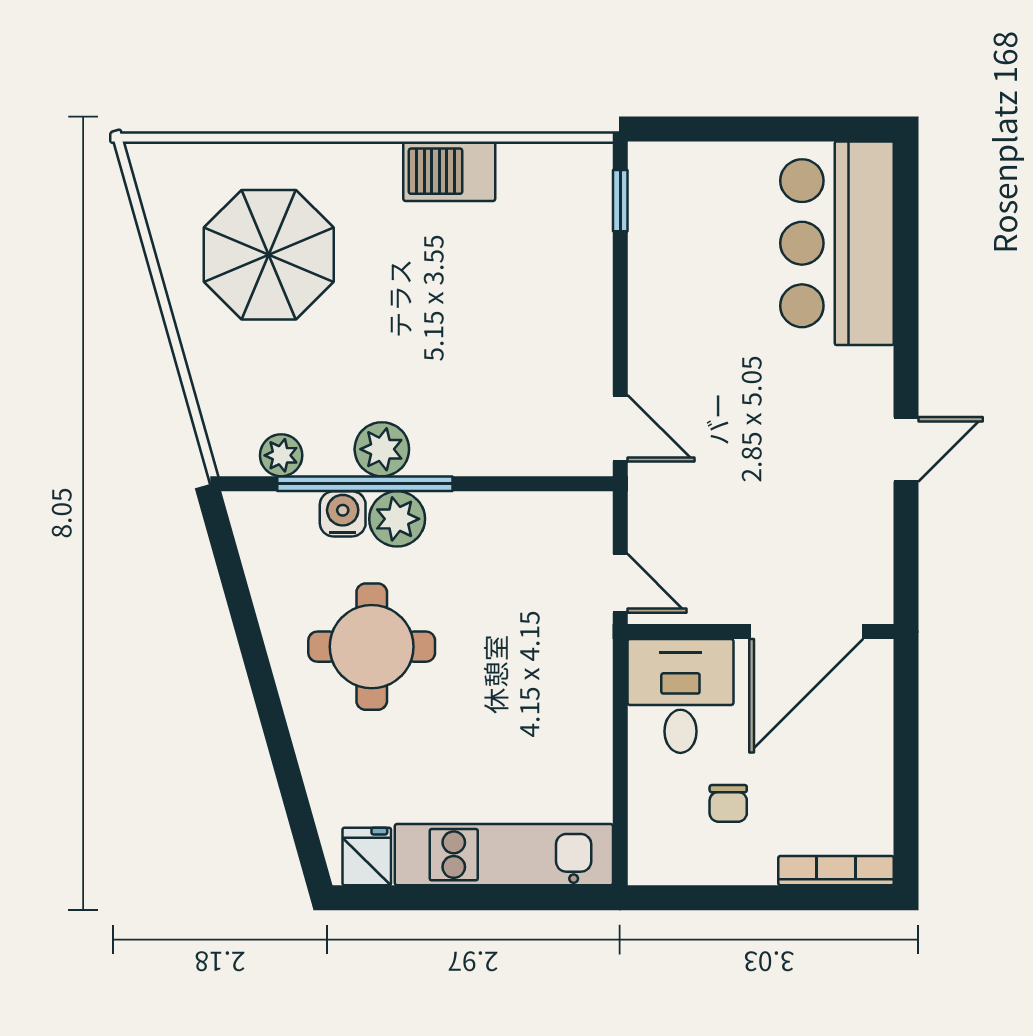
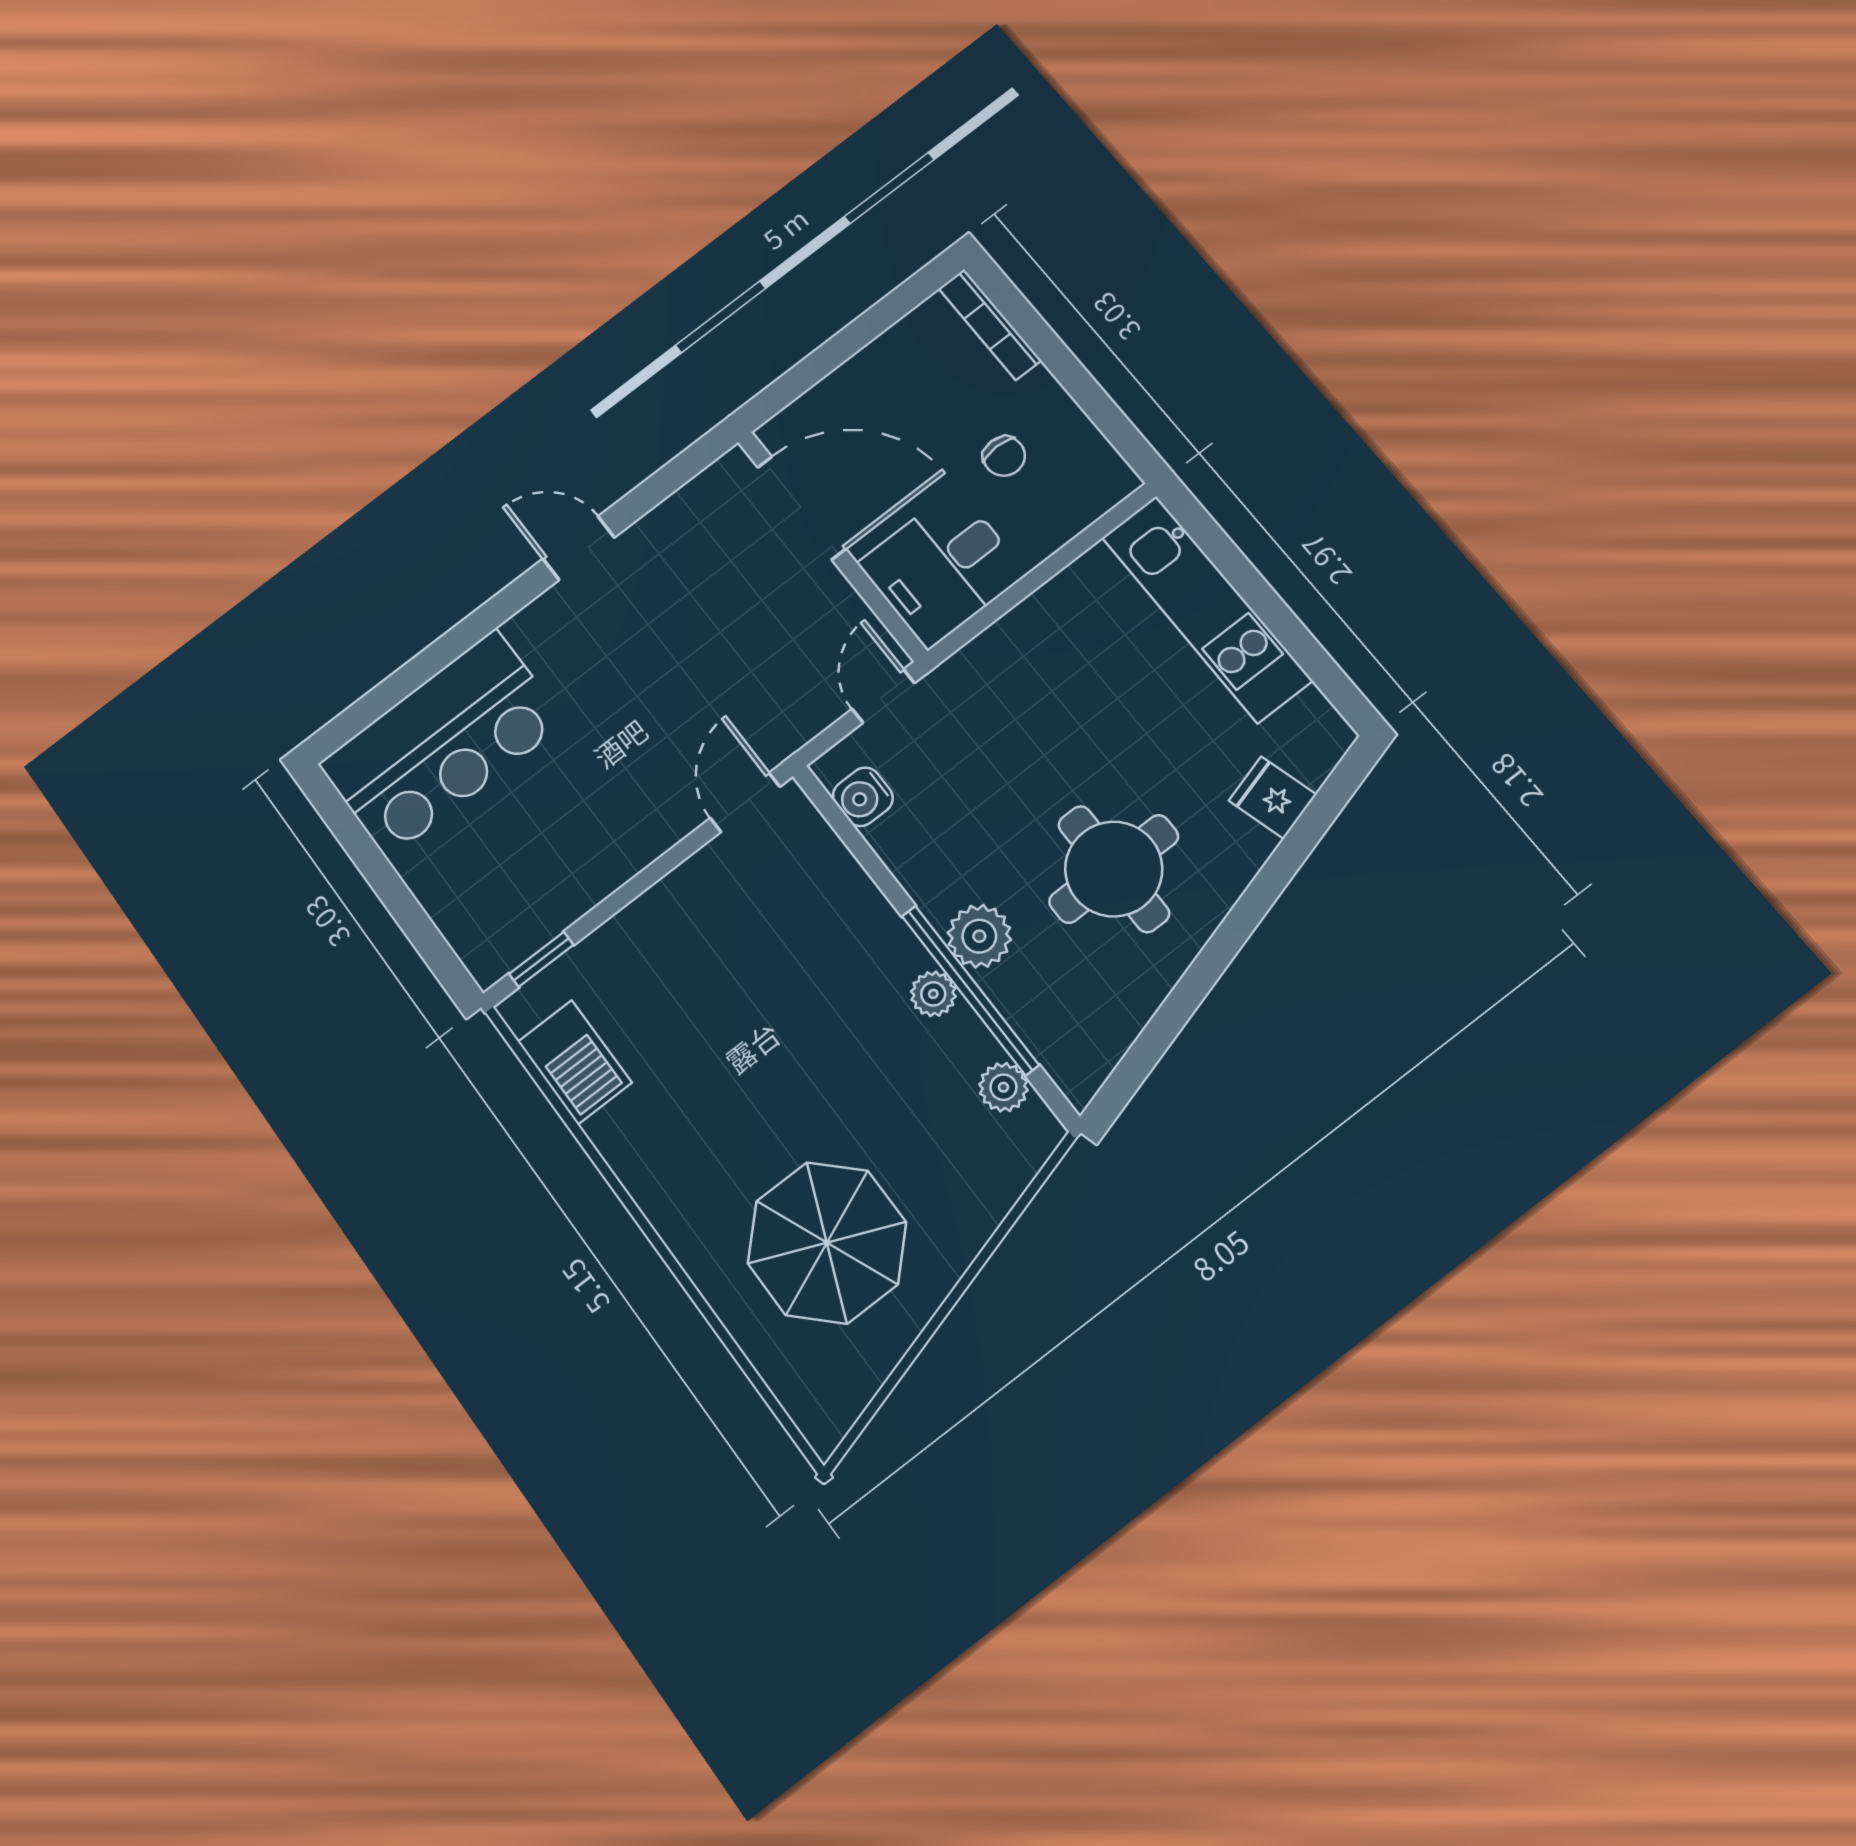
barbecue: (449, 171) -> (575, 1062), moved
plant: (382, 449) -> (933, 994), width x0.73, depth x0.73
water cooler: (343, 514) -> (863, 797), moved
chair: (728, 803) -> (1004, 456), turned 90
fridge: (367, 856) -> (1272, 798), moved, turned 74

